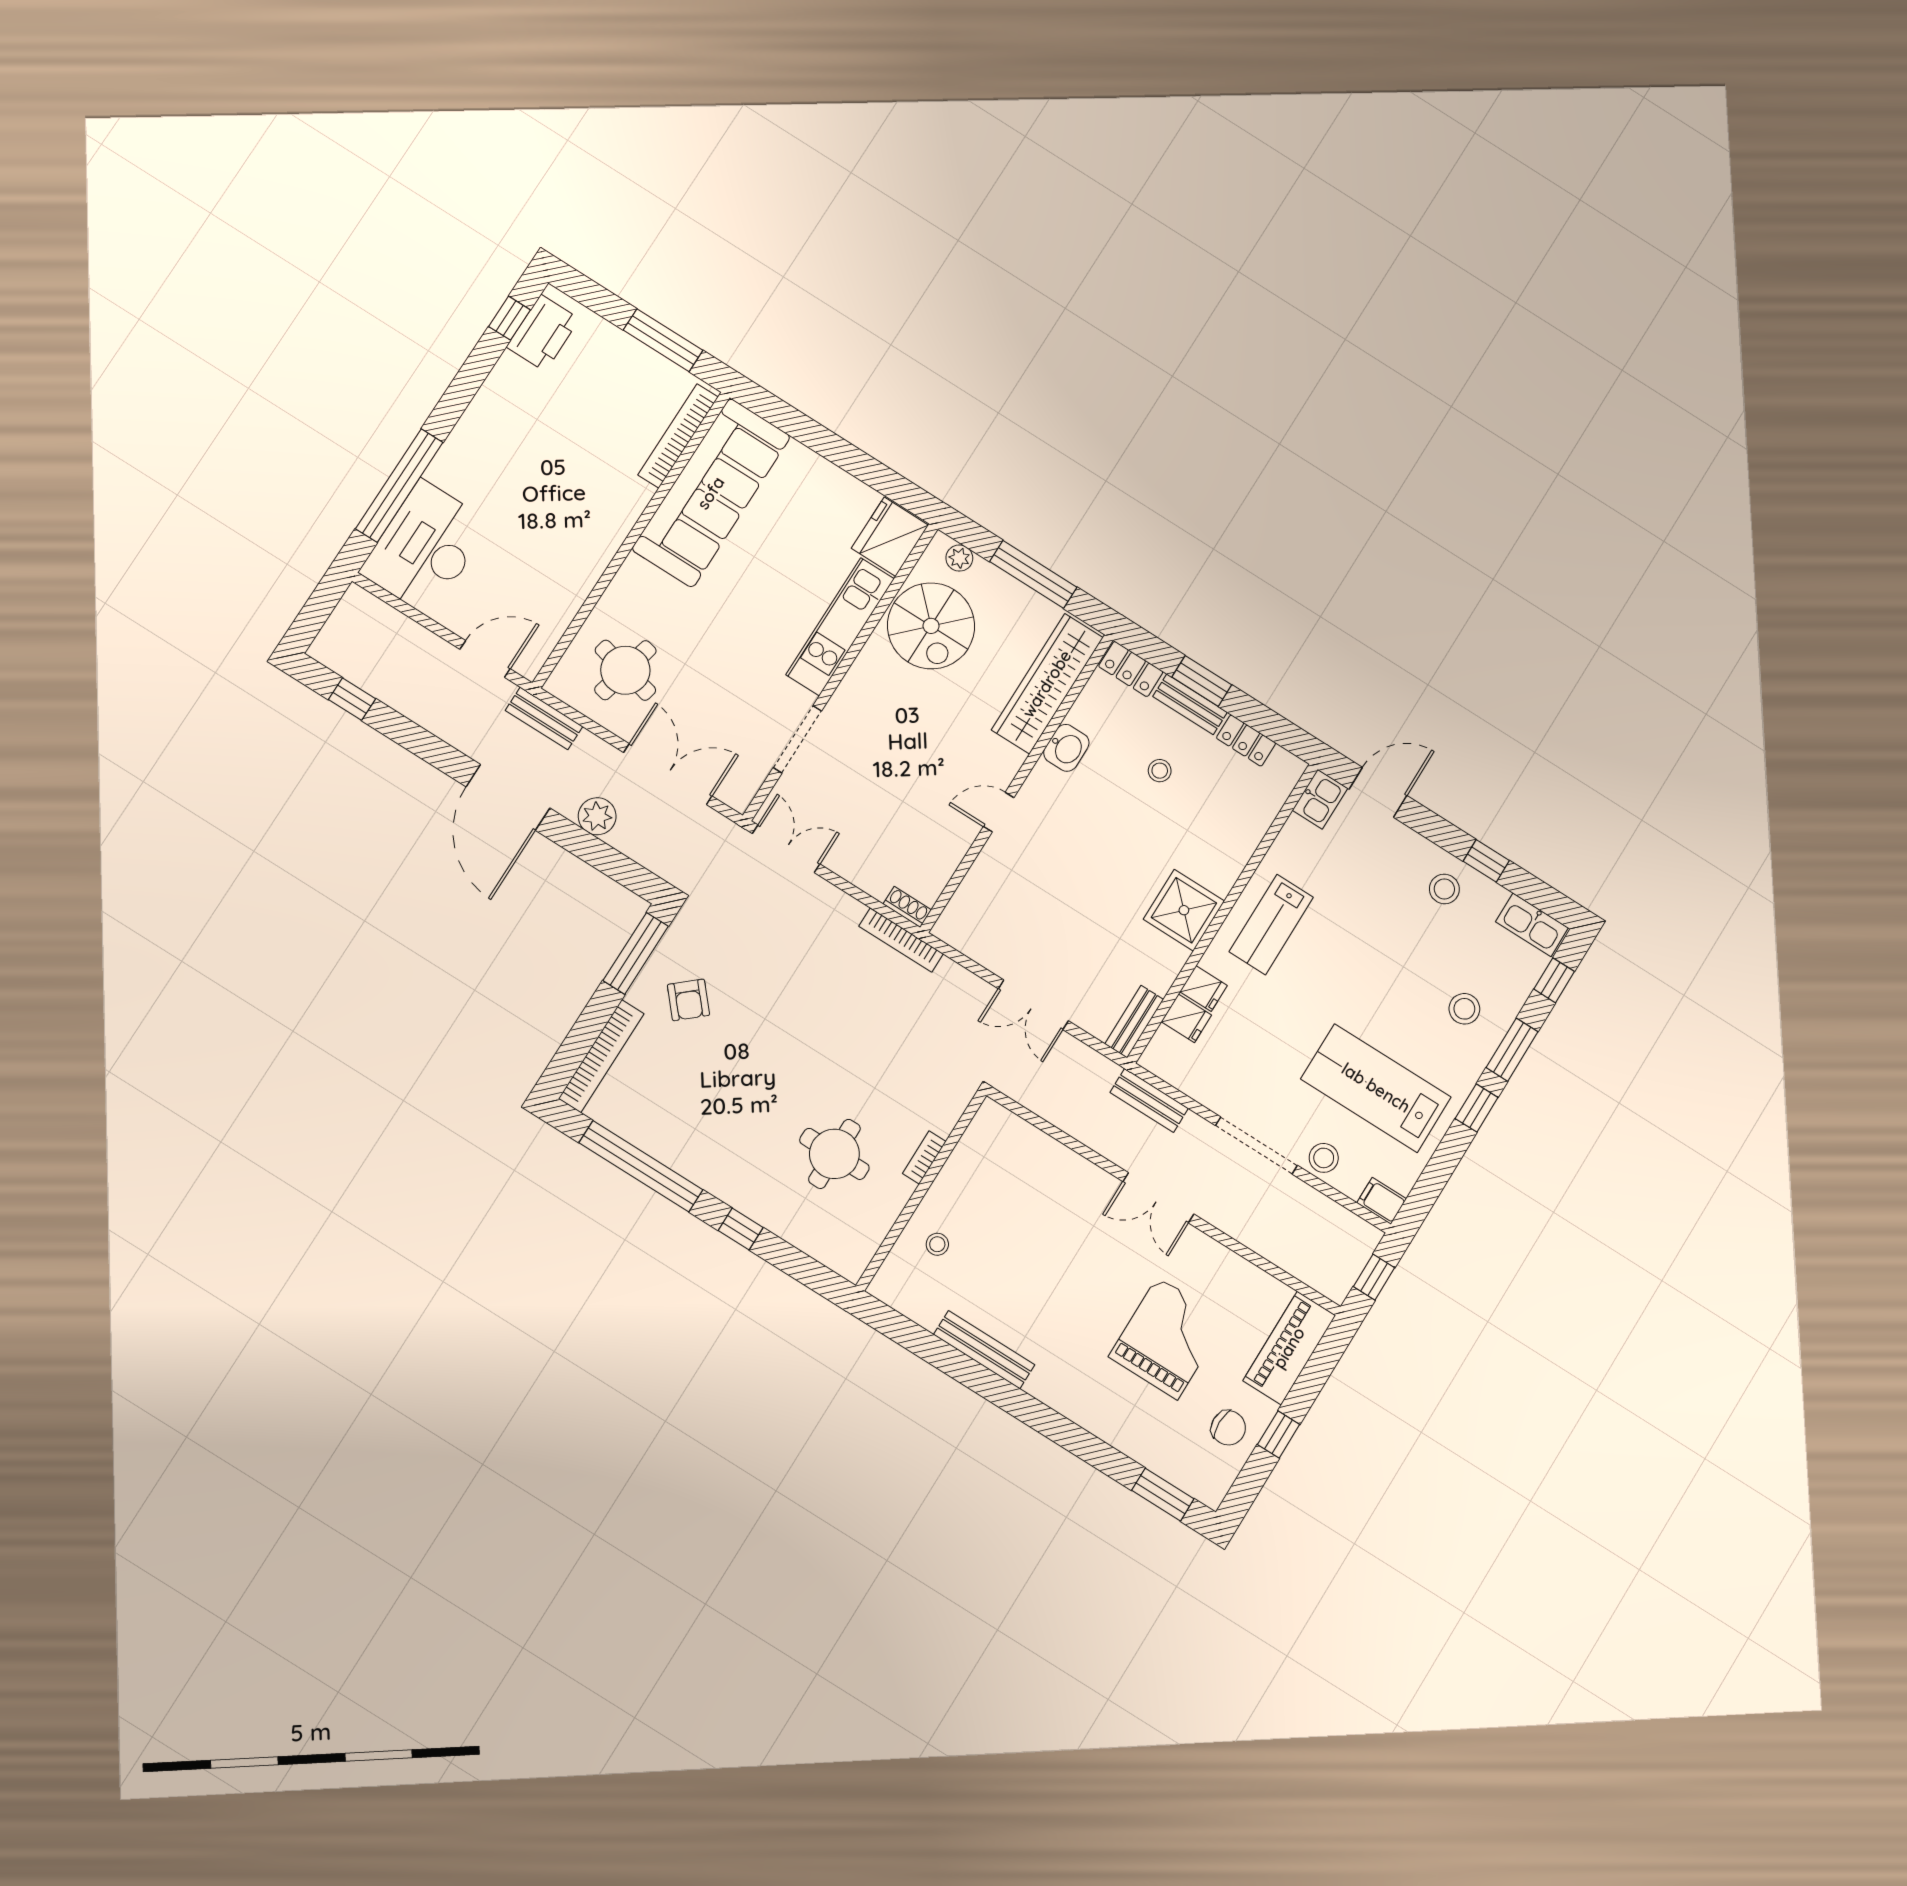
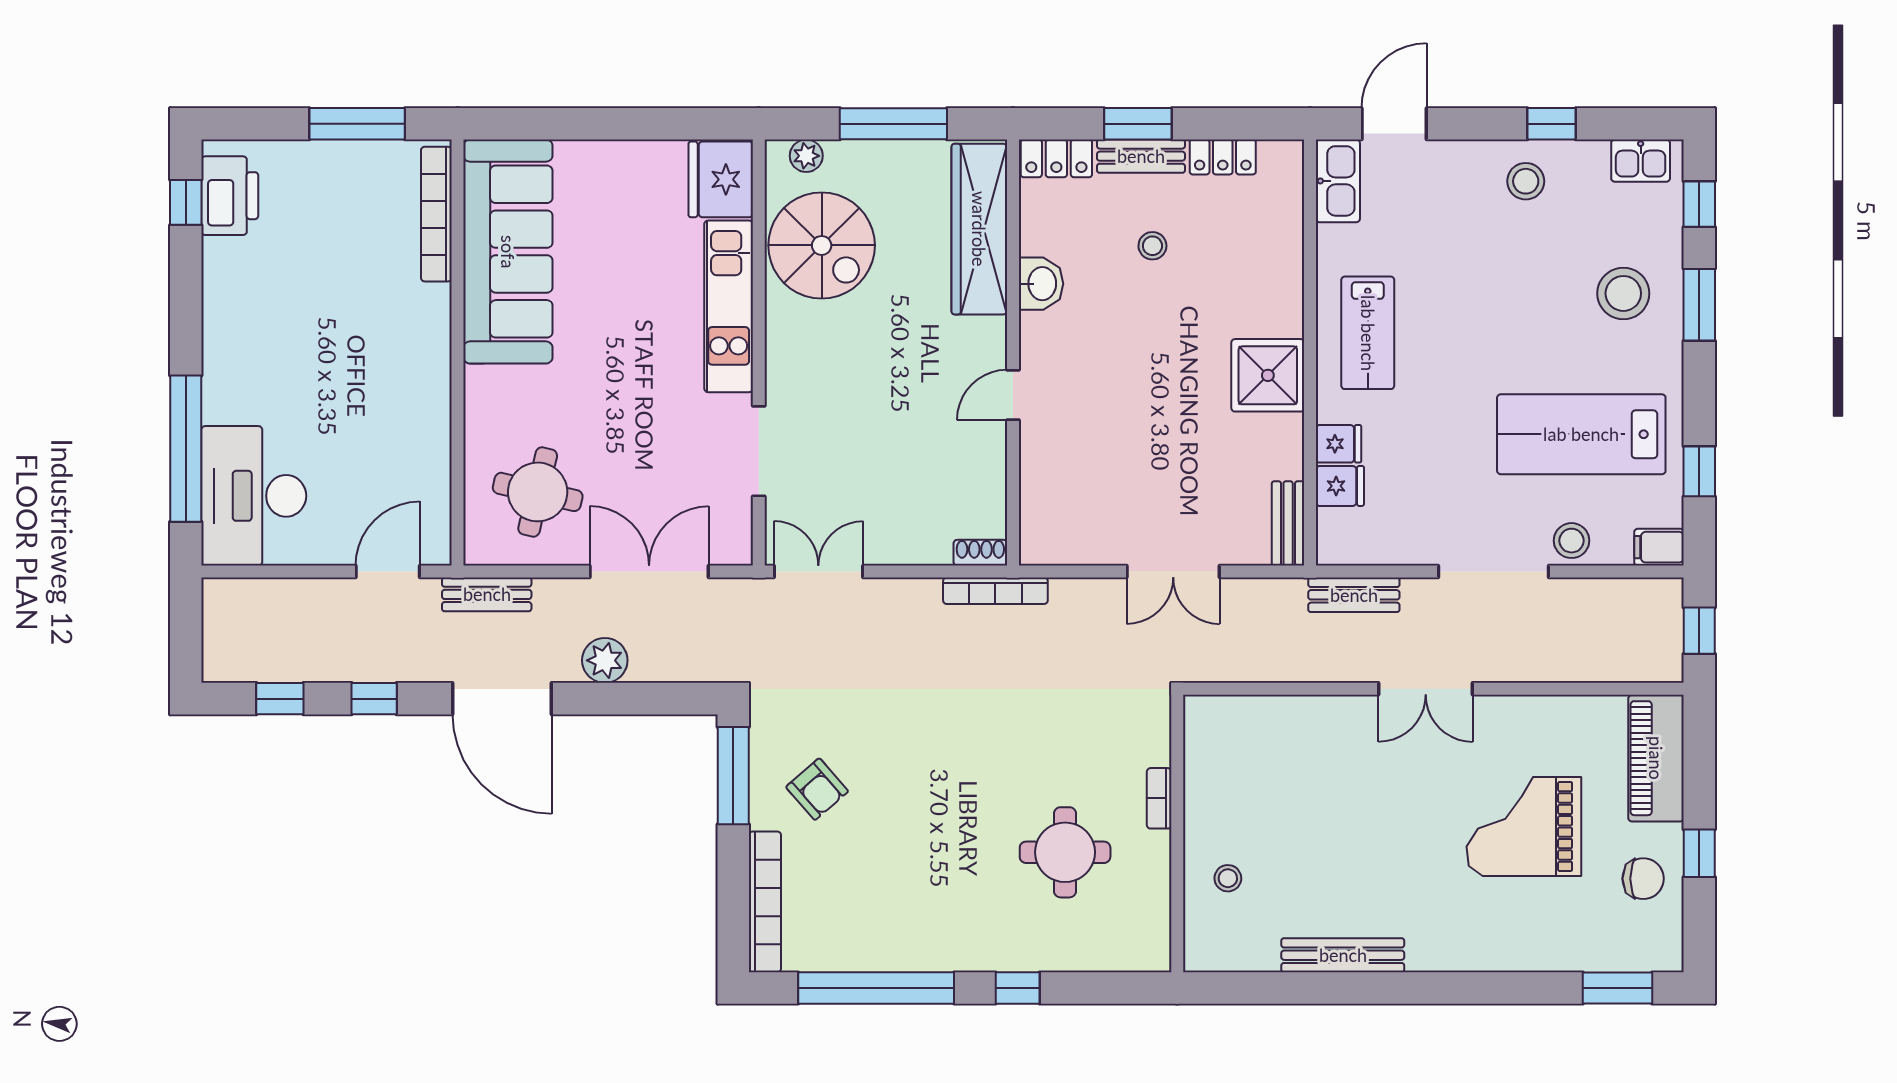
window: (418, 741) -> (374, 699), added
kitchen sink: (1320, 799) -> (1338, 181), width x1.38
kitchen sink: (1532, 925) -> (1641, 161), width x0.73
stool: (1464, 1009) -> (1623, 293), width x1.38, depth x1.38
window: (1477, 1108) -> (1699, 471), moved
grand piano: (1167, 1338) -> (1524, 826), turned -90

